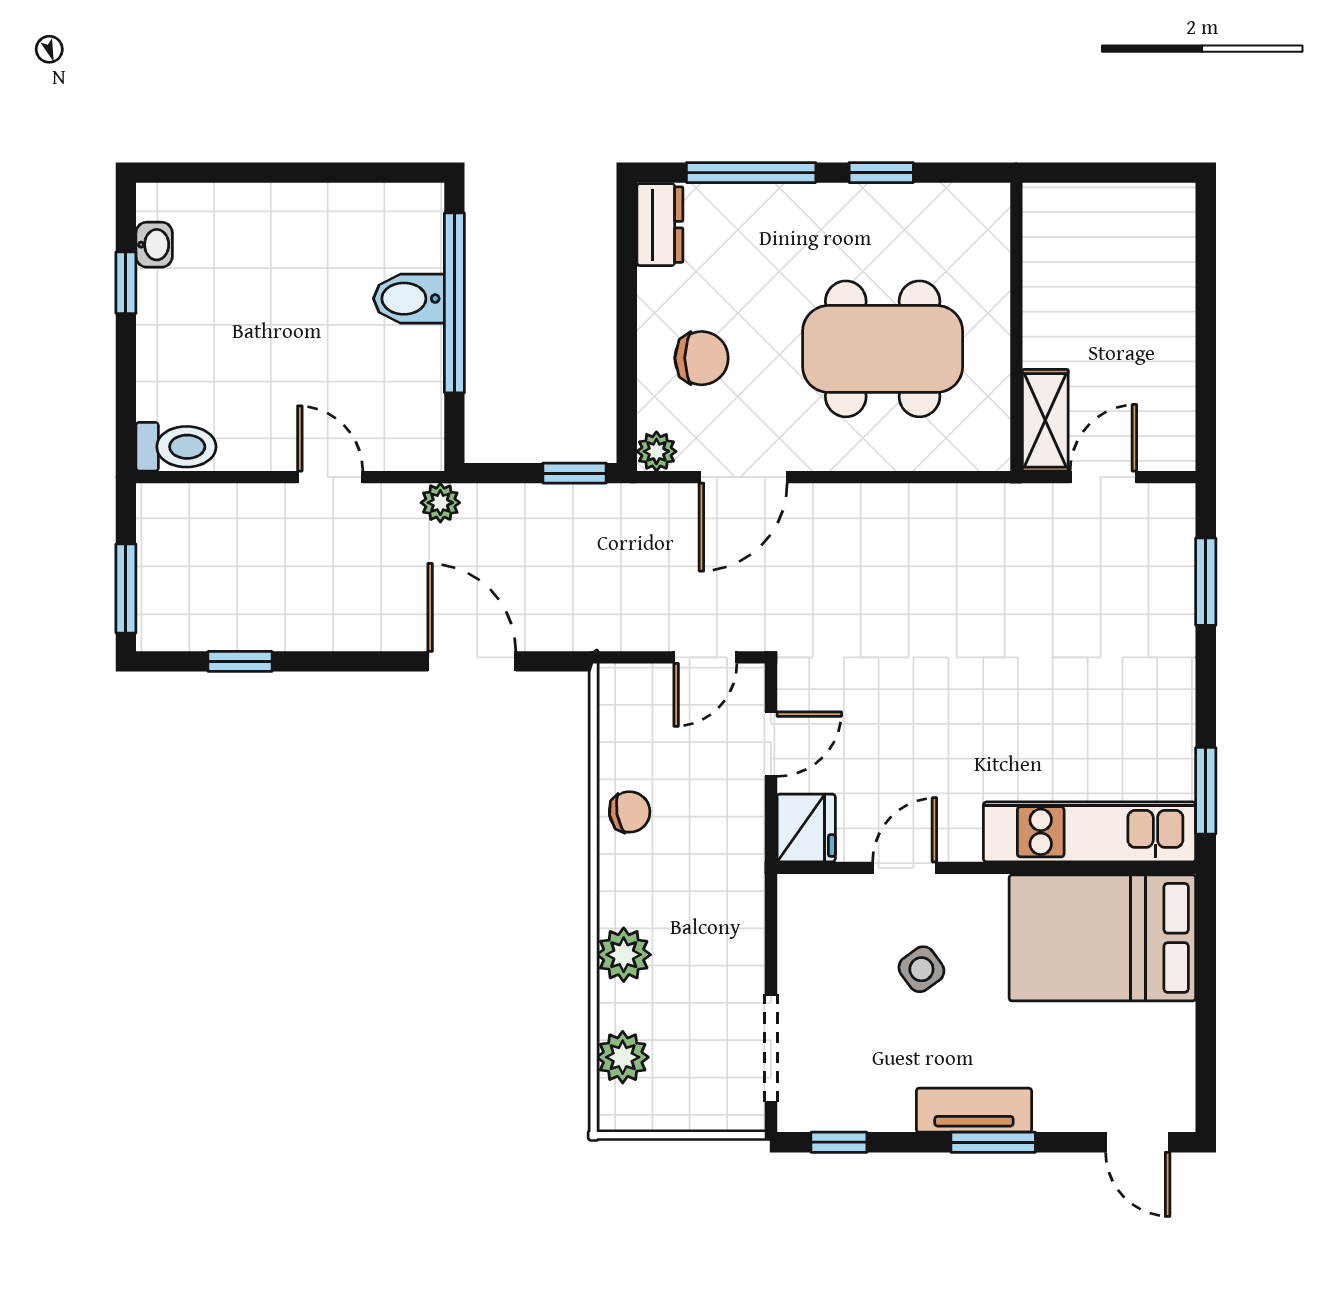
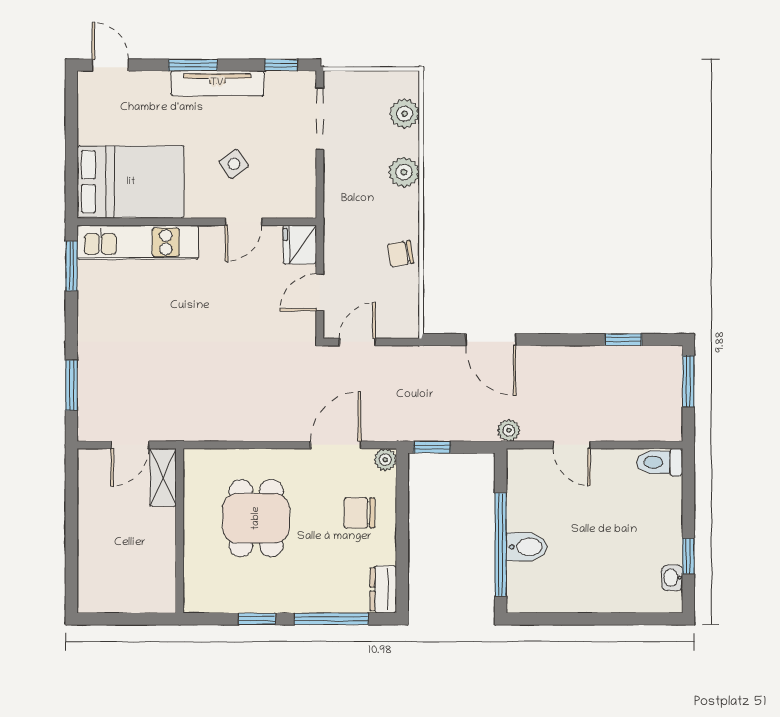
dining table: (883, 349) -> (256, 518), width x0.73
tv unit: (974, 1110) -> (217, 83), width x1.41

